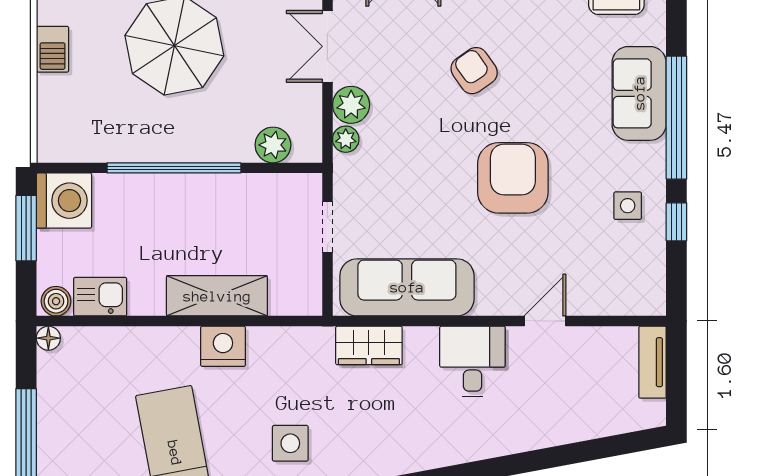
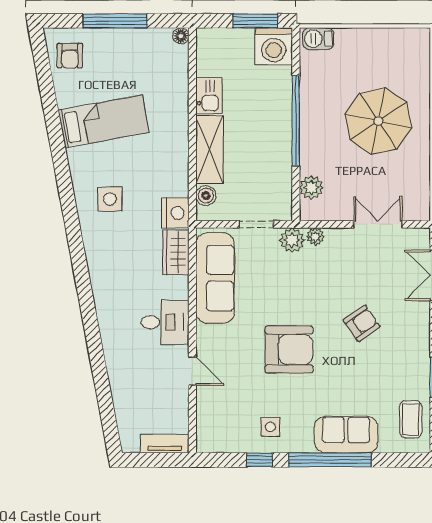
barbecue: (53, 49) -> (318, 39), moved
plant: (351, 105) -> (292, 240), moved
kitchen sink: (100, 297) -> (209, 96), moved
boiler: (56, 301) -> (206, 196), moved
nightstand: (223, 346) -> (175, 213), moved

